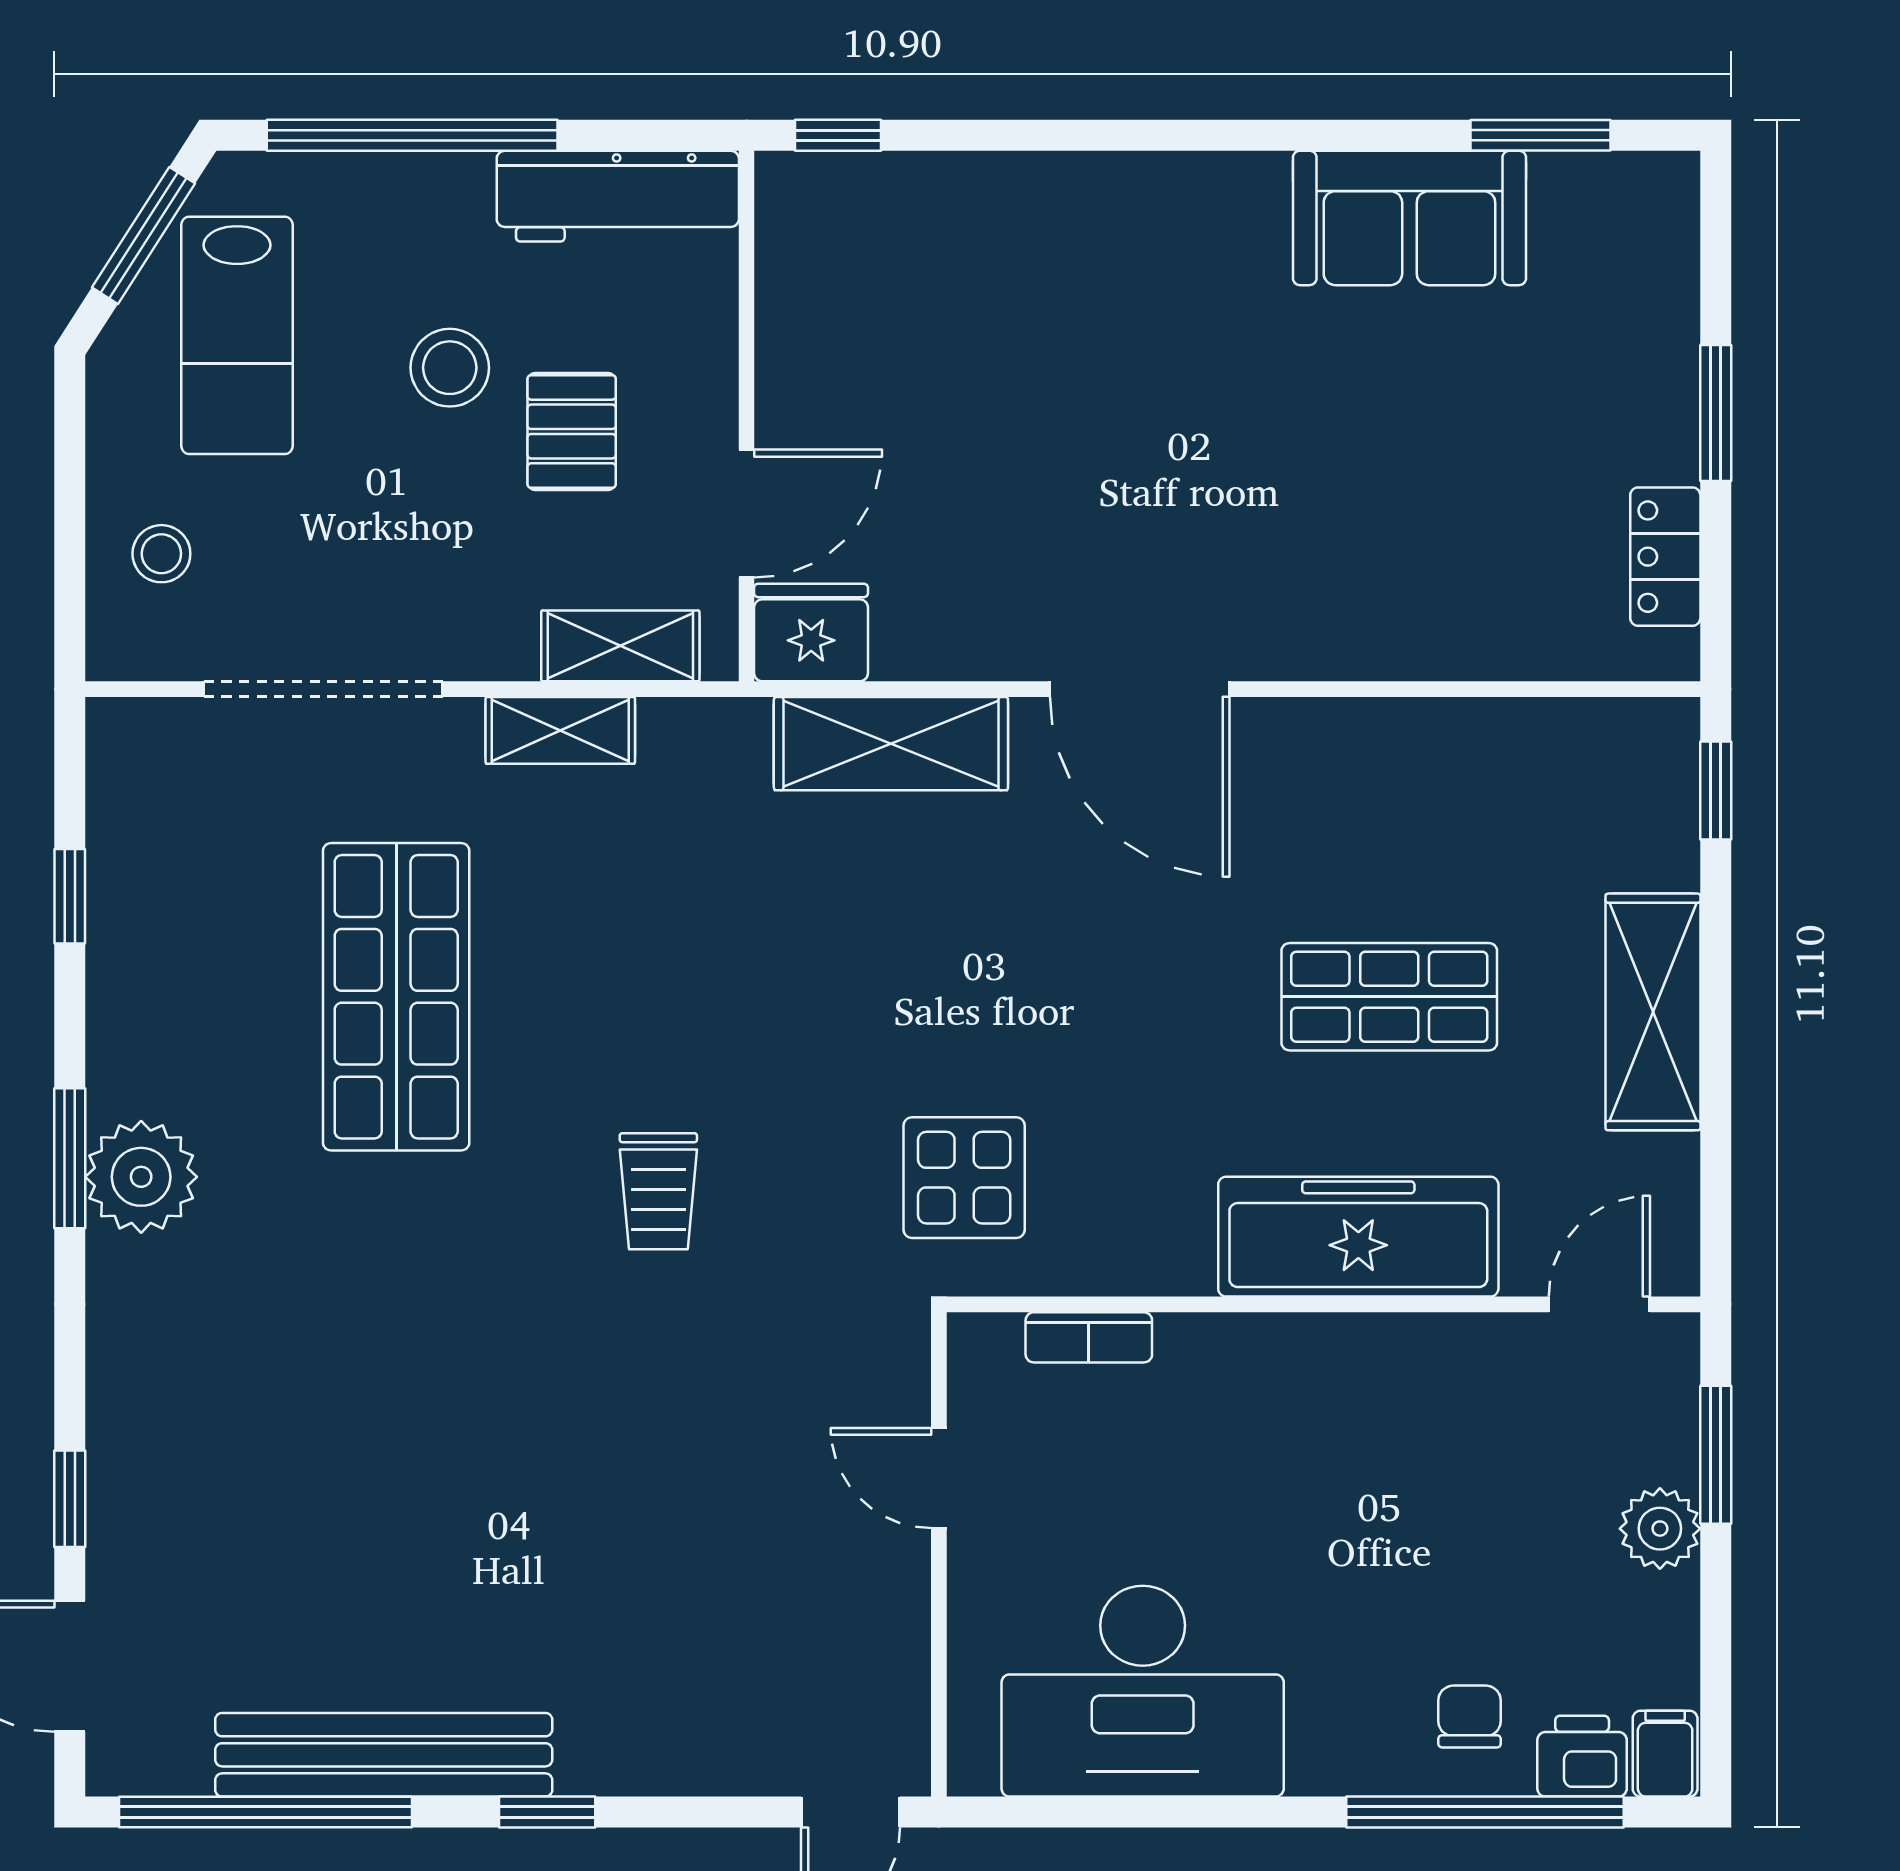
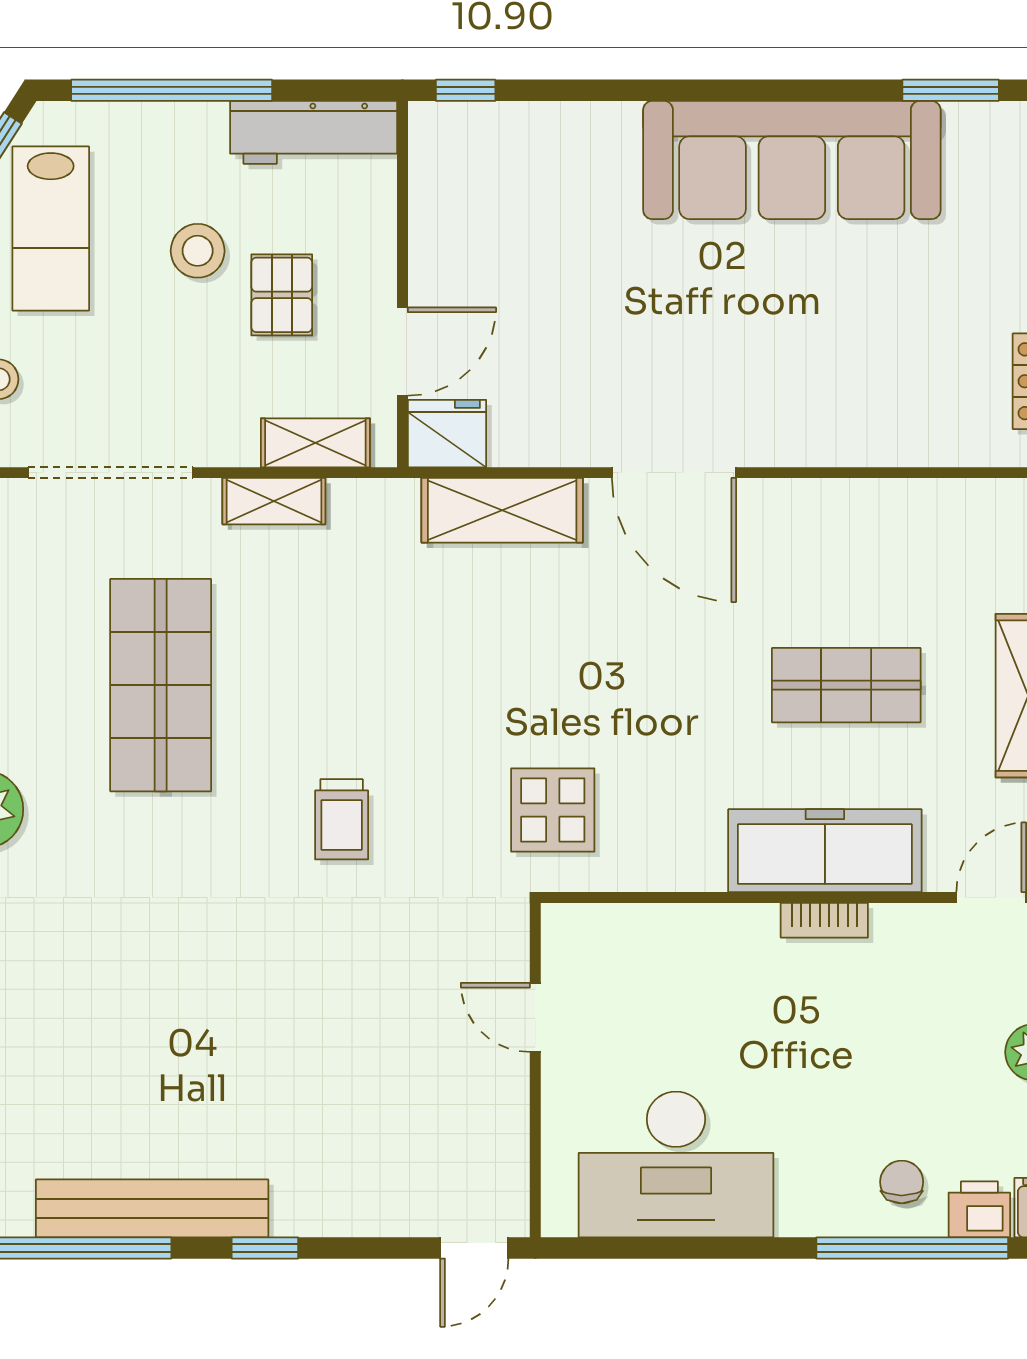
sofa: (1409, 218) -> (792, 160), width x1.85, depth x1.27
bookcase: (1089, 1337) -> (824, 920), moved

